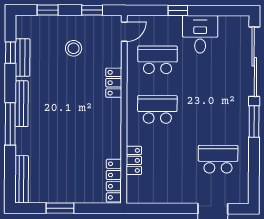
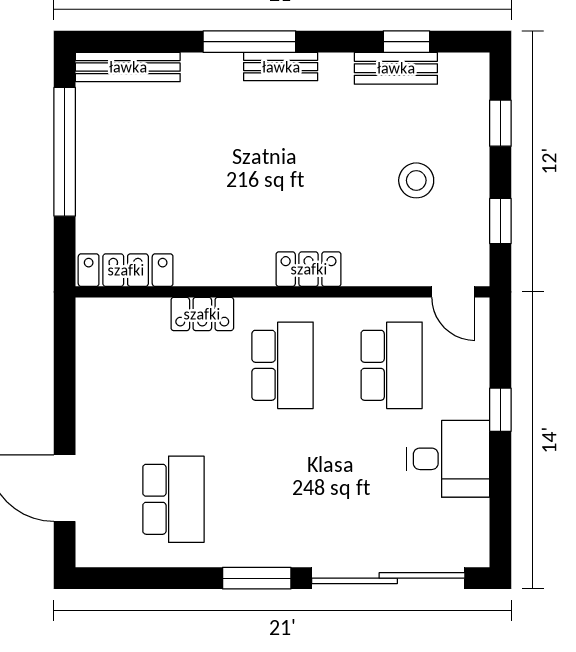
locker: (114, 83) -> (309, 269), moved
bench: (22, 104) -> (281, 67), width x0.73
locker: (134, 160) -> (202, 314), moved
window: (60, 208) -> (65, 152), width x2.11

